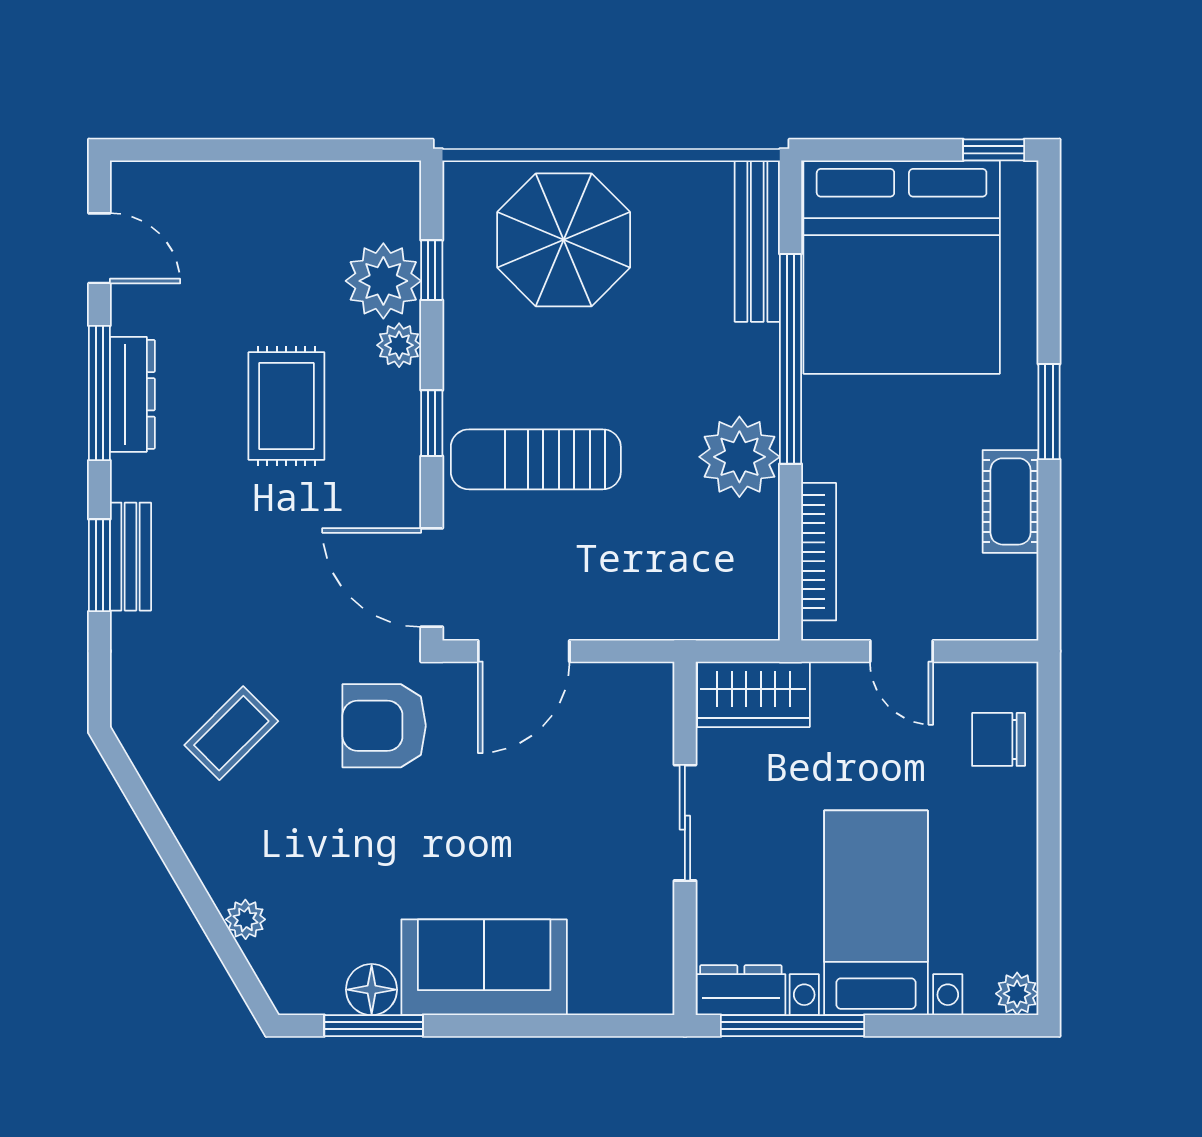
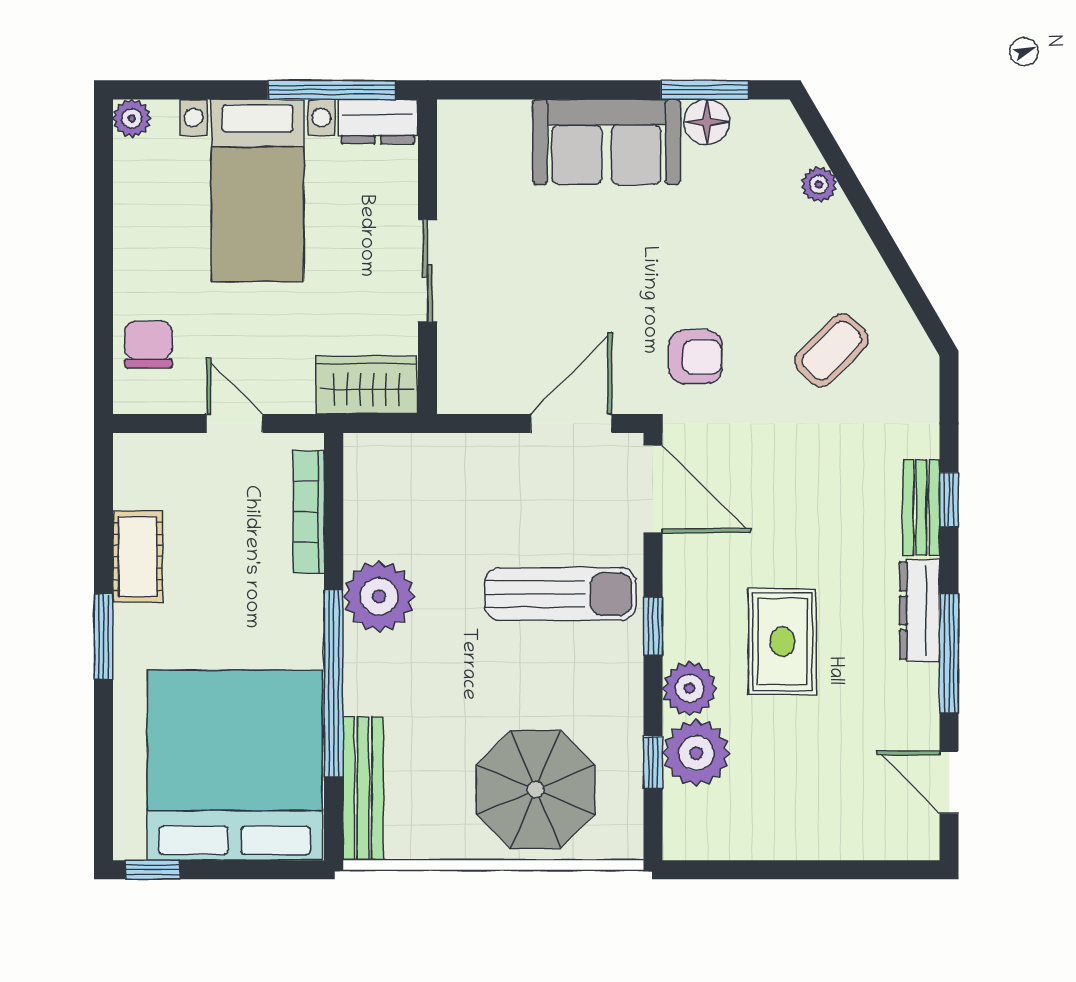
plant: (399, 345) -> (690, 688), width x1.38, depth x1.38
dresser: (132, 394) -> (920, 611), moved
window: (99, 565) -> (949, 500), width x0.67
armchair: (384, 726) -> (695, 357), width x0.72, depth x0.72
chair: (999, 739) -> (148, 345), turned -90

